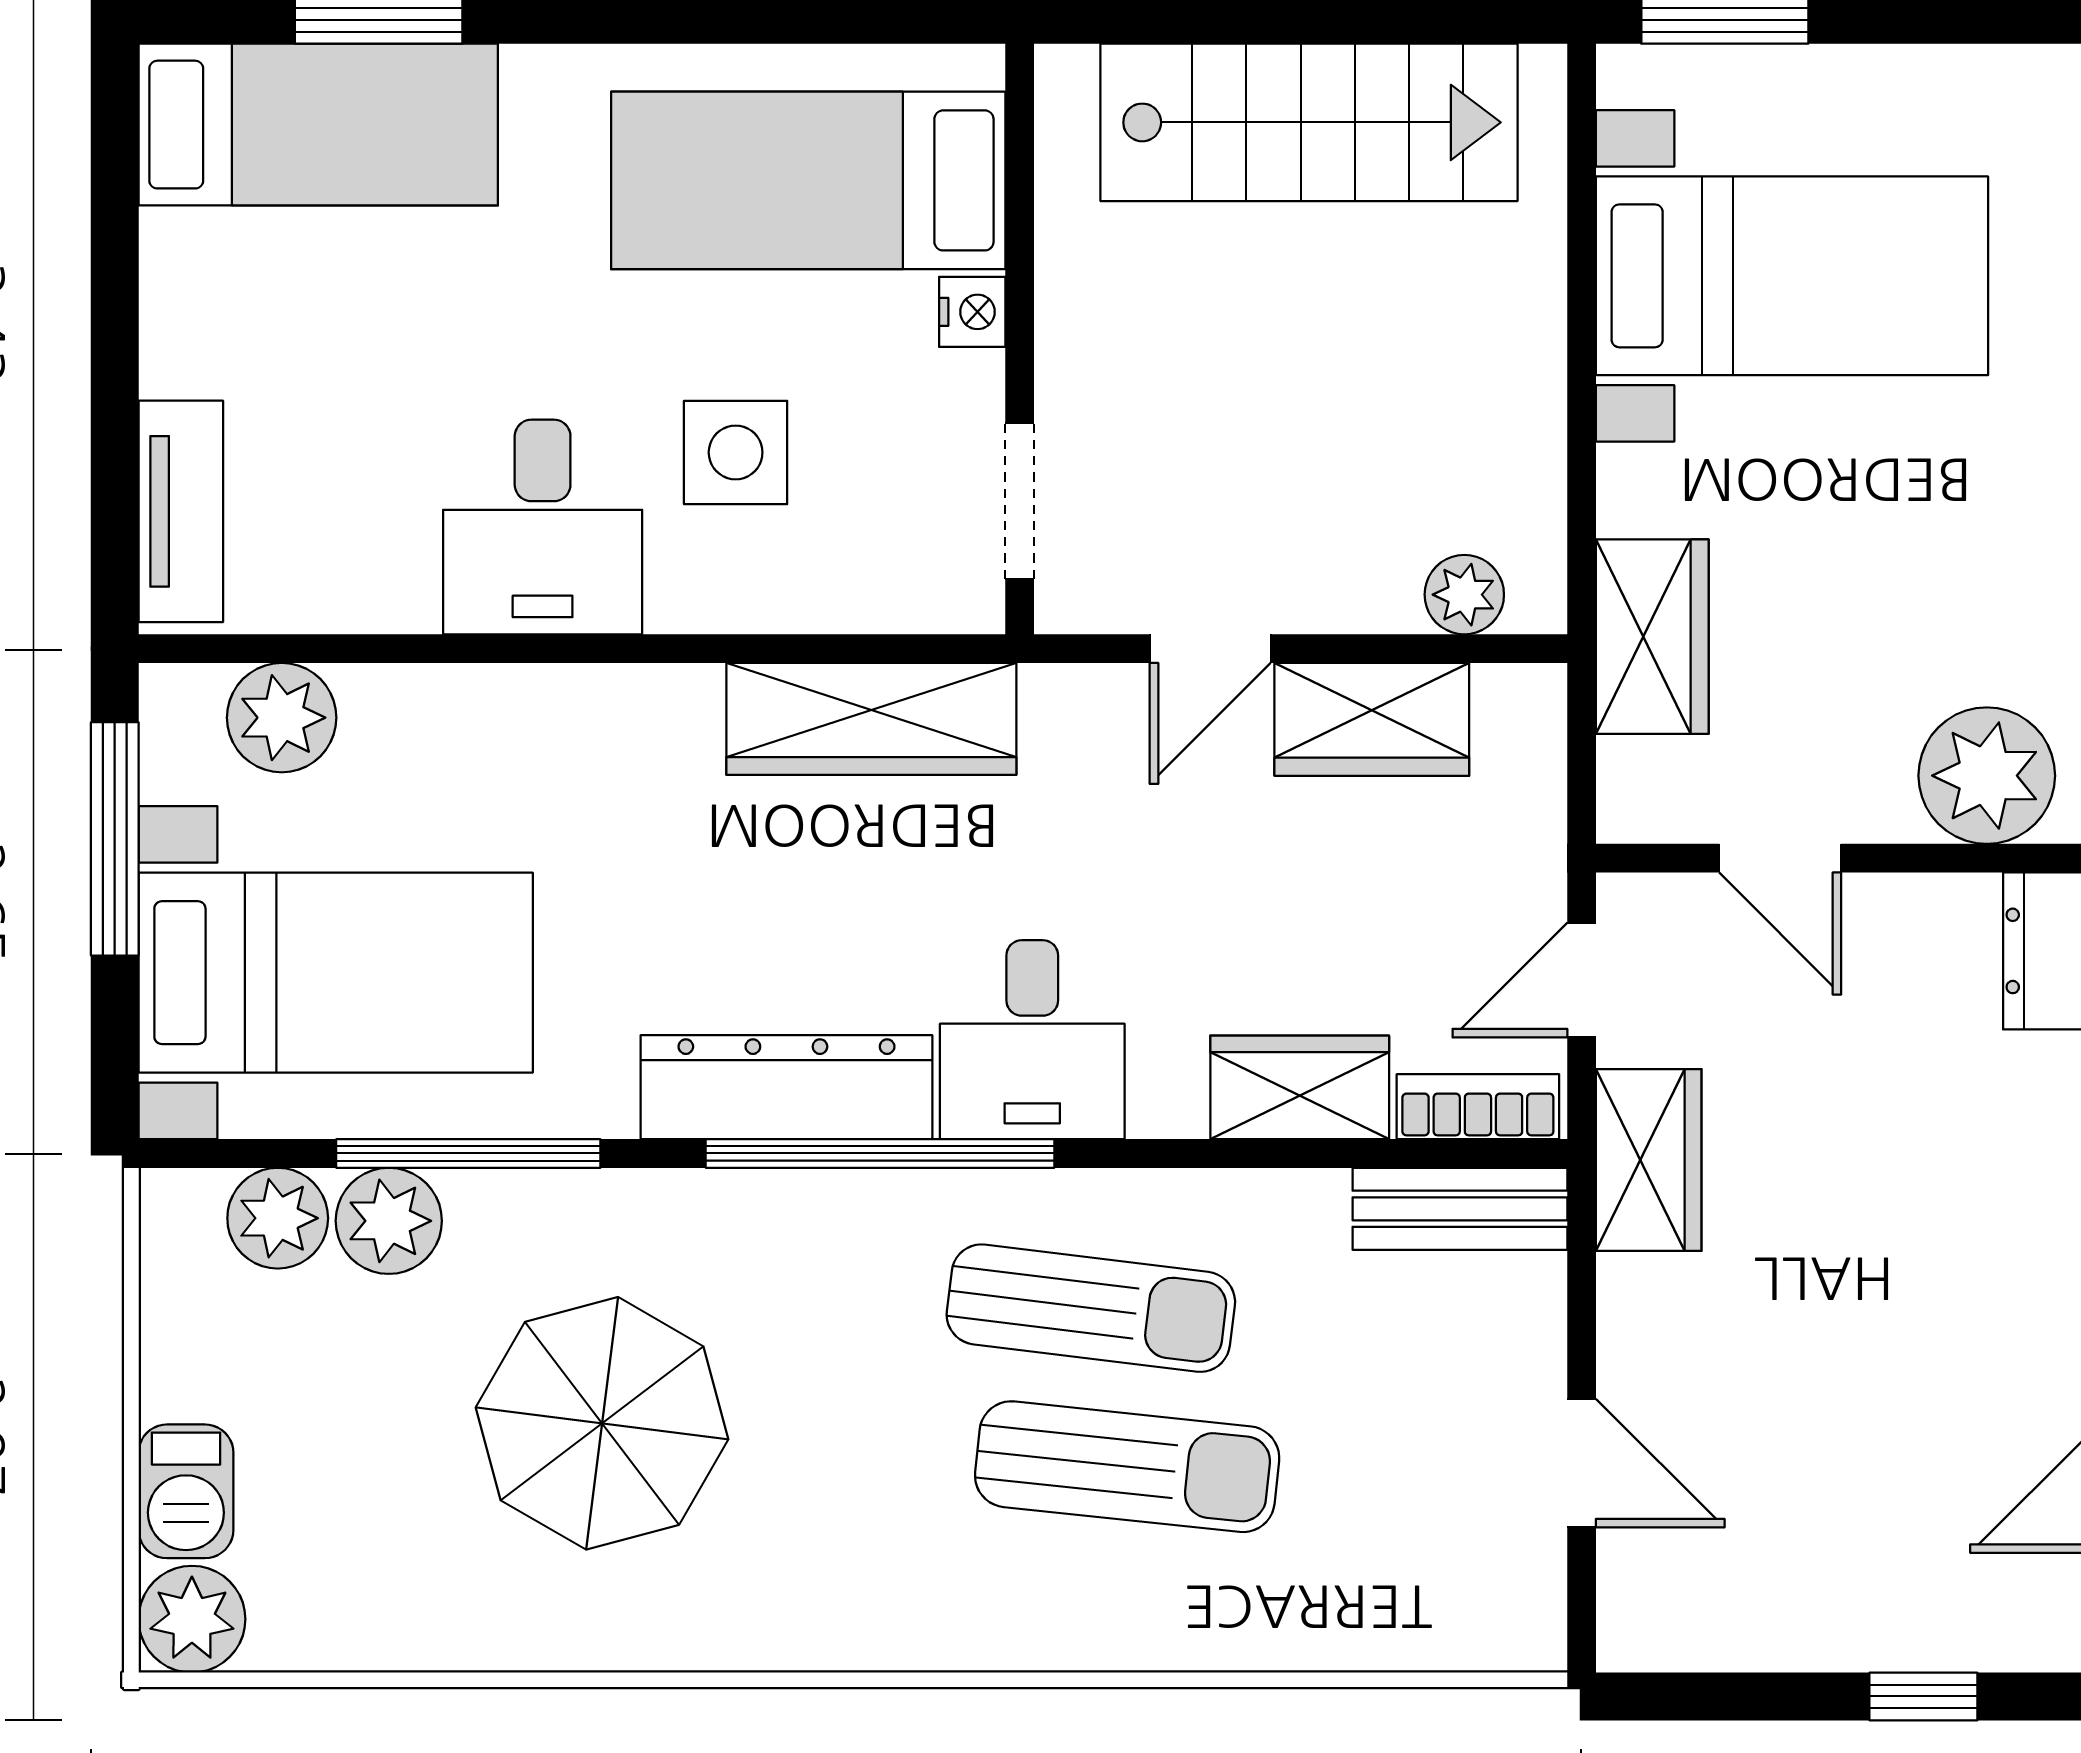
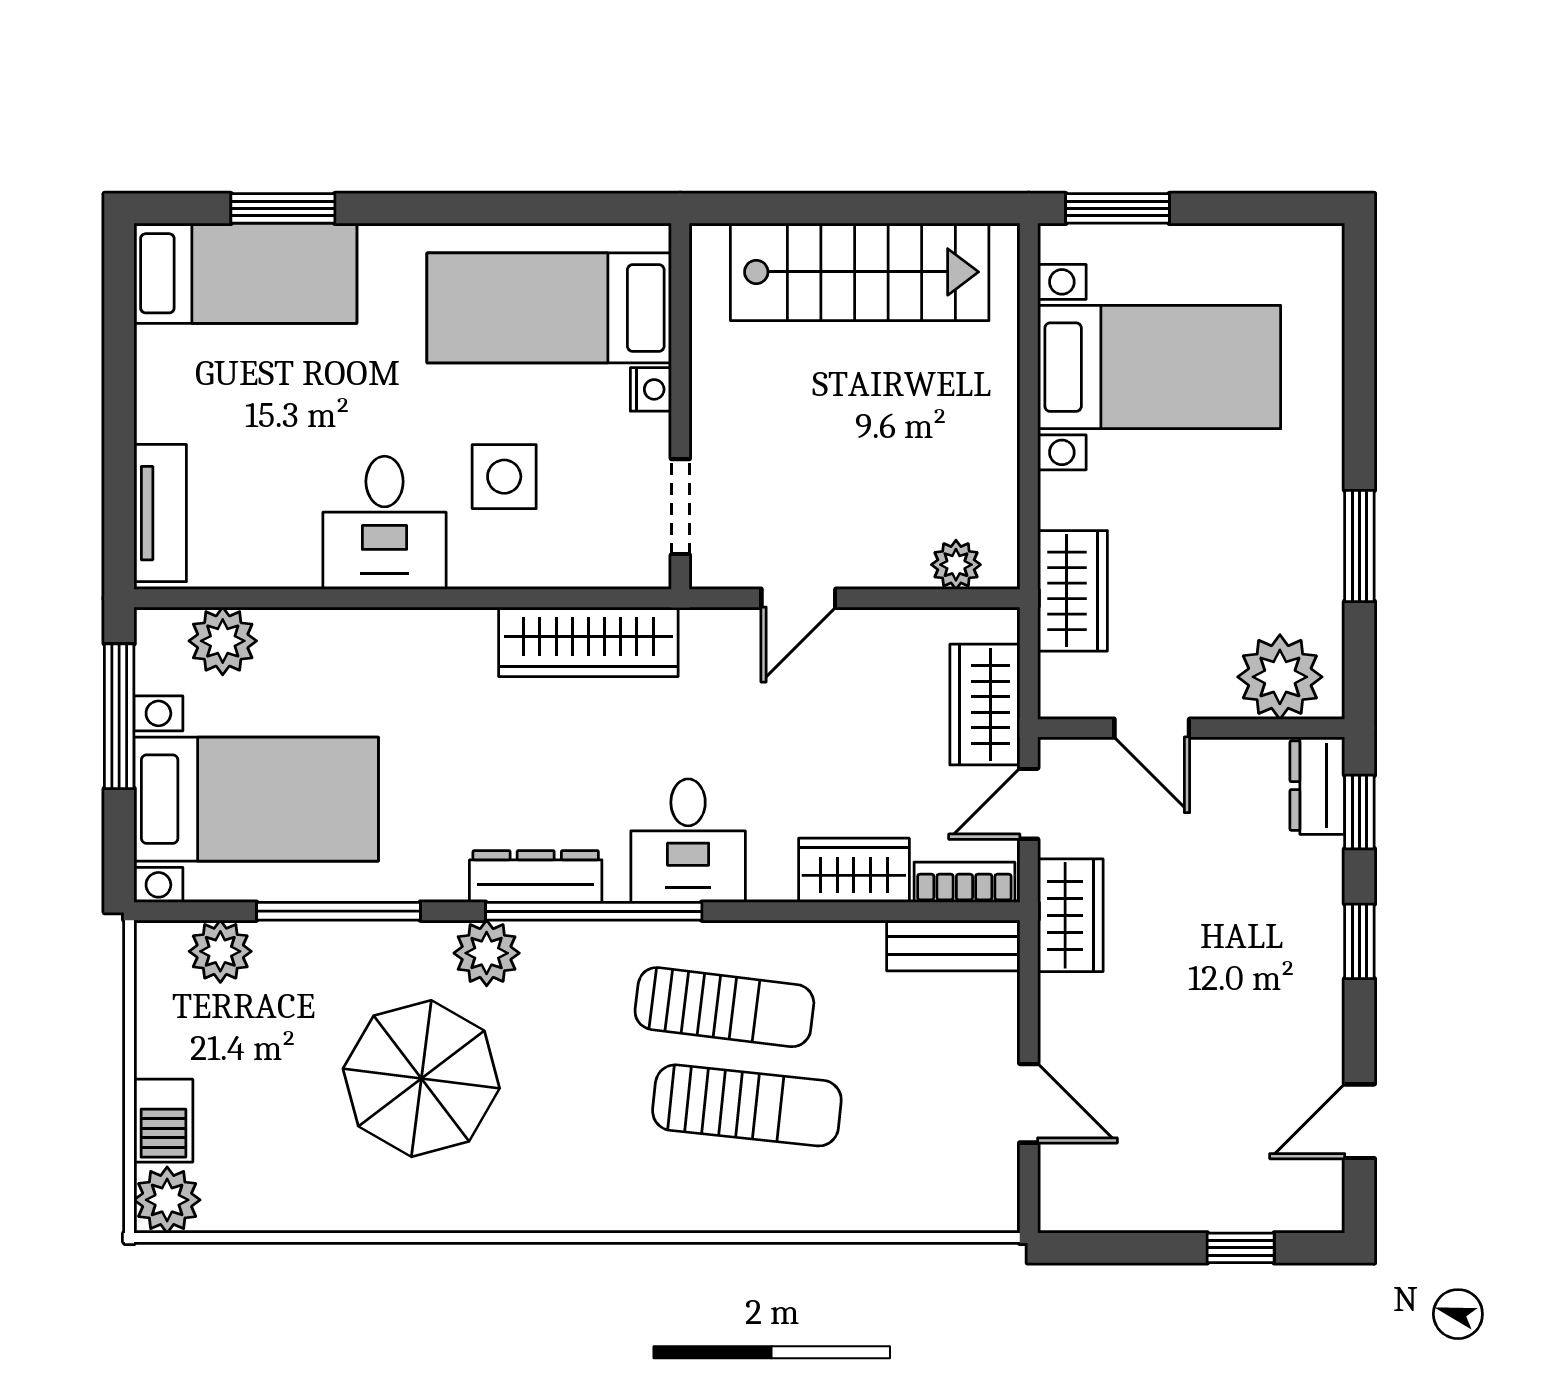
wardrobe: (1372, 719) -> (985, 705), moved, turned 90
dresser: (786, 1087) -> (536, 876), width x0.73, depth x0.80
plant: (389, 1221) -> (487, 953), moved

